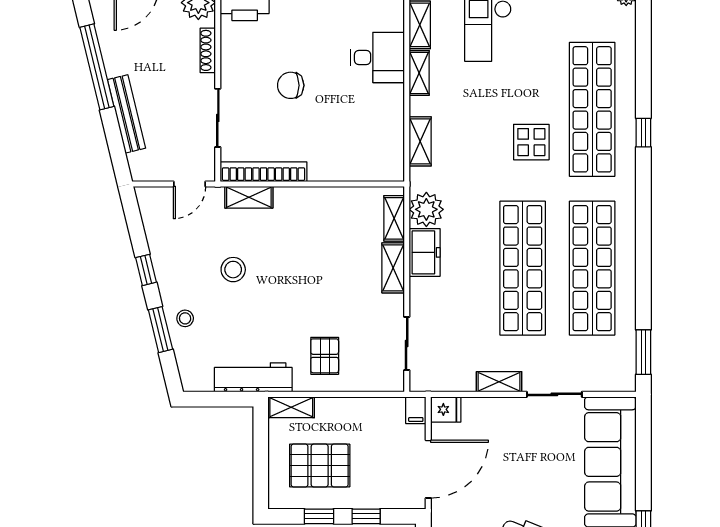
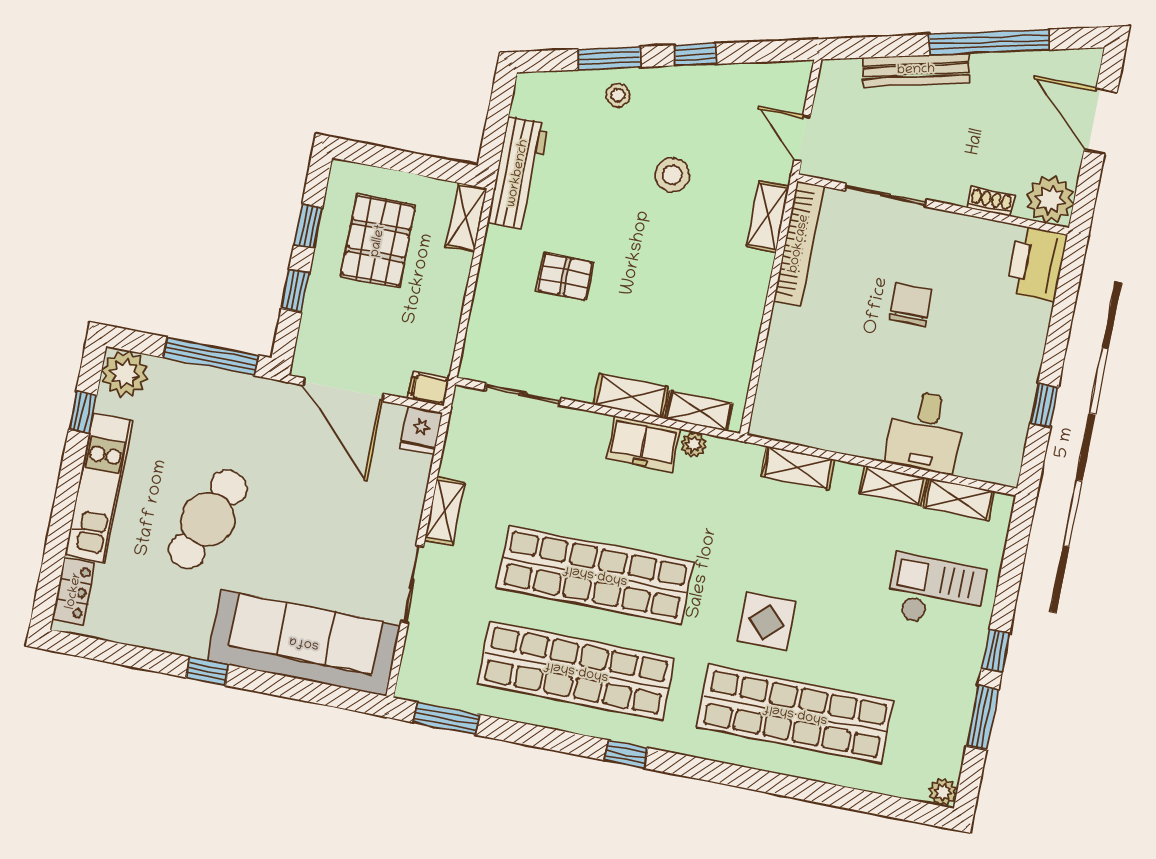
shoe rack: (208, 50) -> (991, 202), width x0.70
window: (643, 133) -> (626, 754), moved
plant: (426, 209) -> (693, 445), width x0.53, depth x0.53
pallet: (325, 356) -> (565, 277), moved

